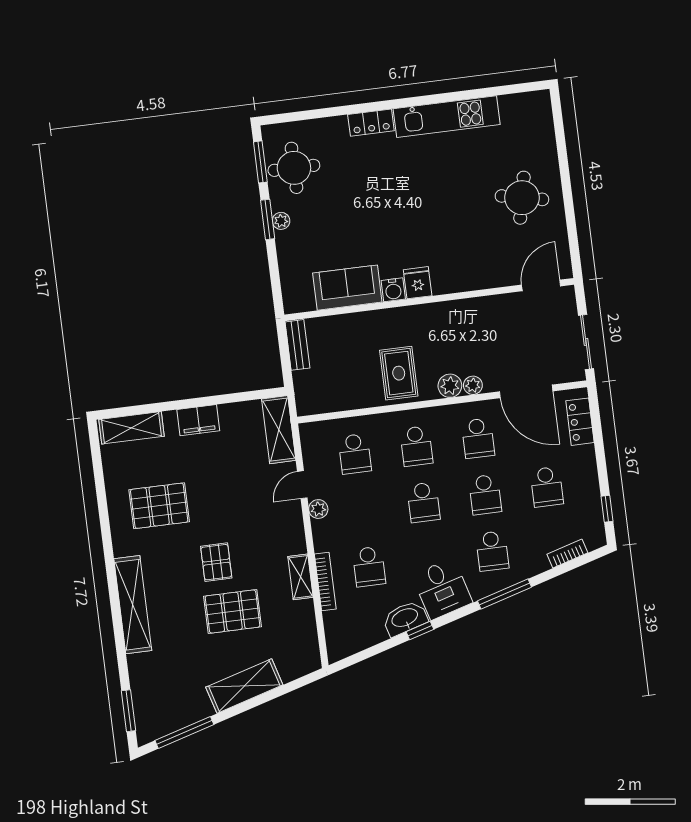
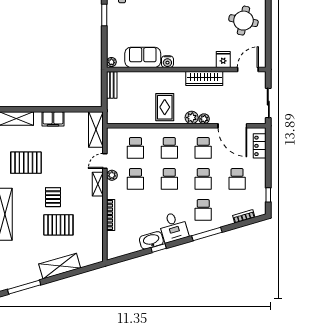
plant: (281, 221) -> (111, 62), moved
fridge: (418, 283) -> (223, 59), moved
wardrobe: (464, 312) -> (204, 78), added
school desk: (369, 567) -> (135, 179), moved
shelving: (301, 577) -> (98, 184), moved

